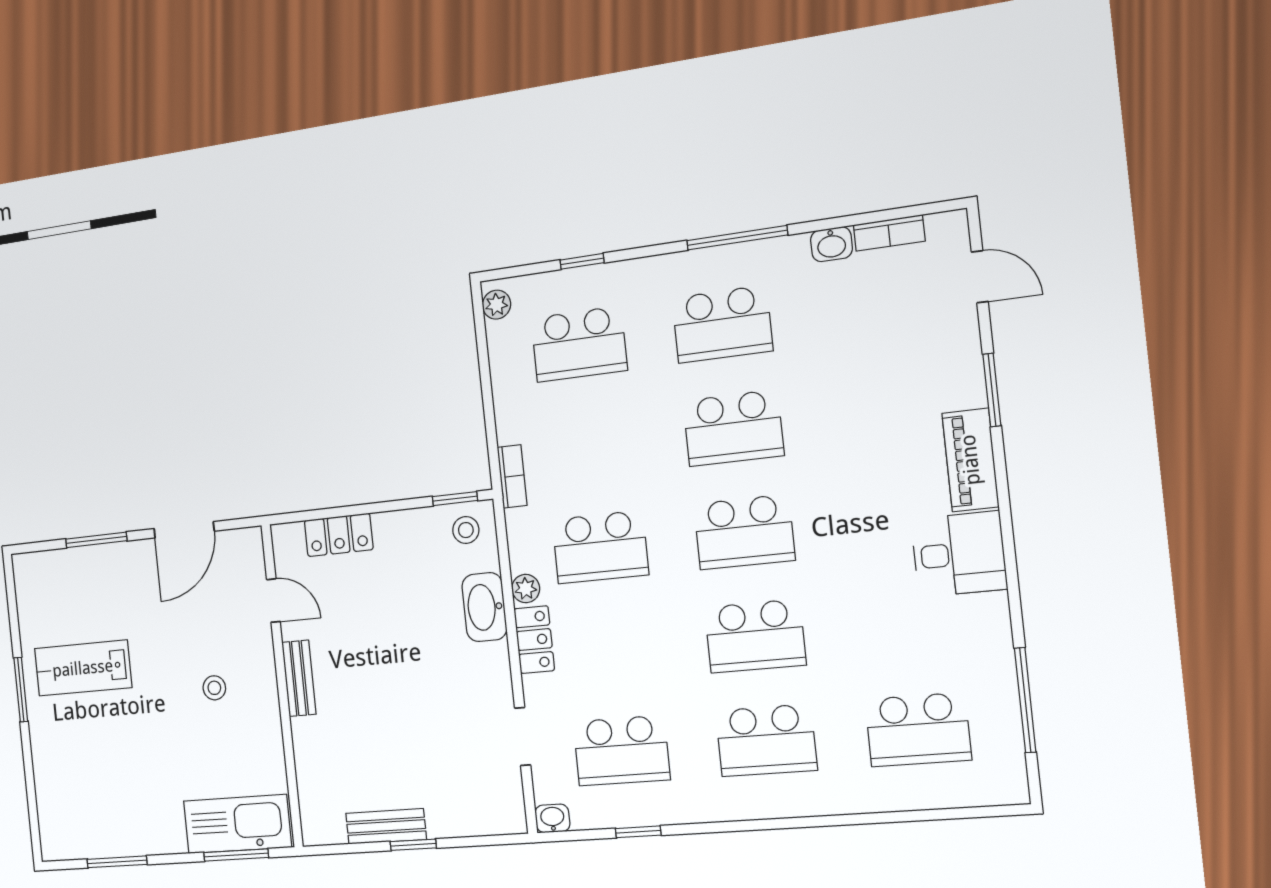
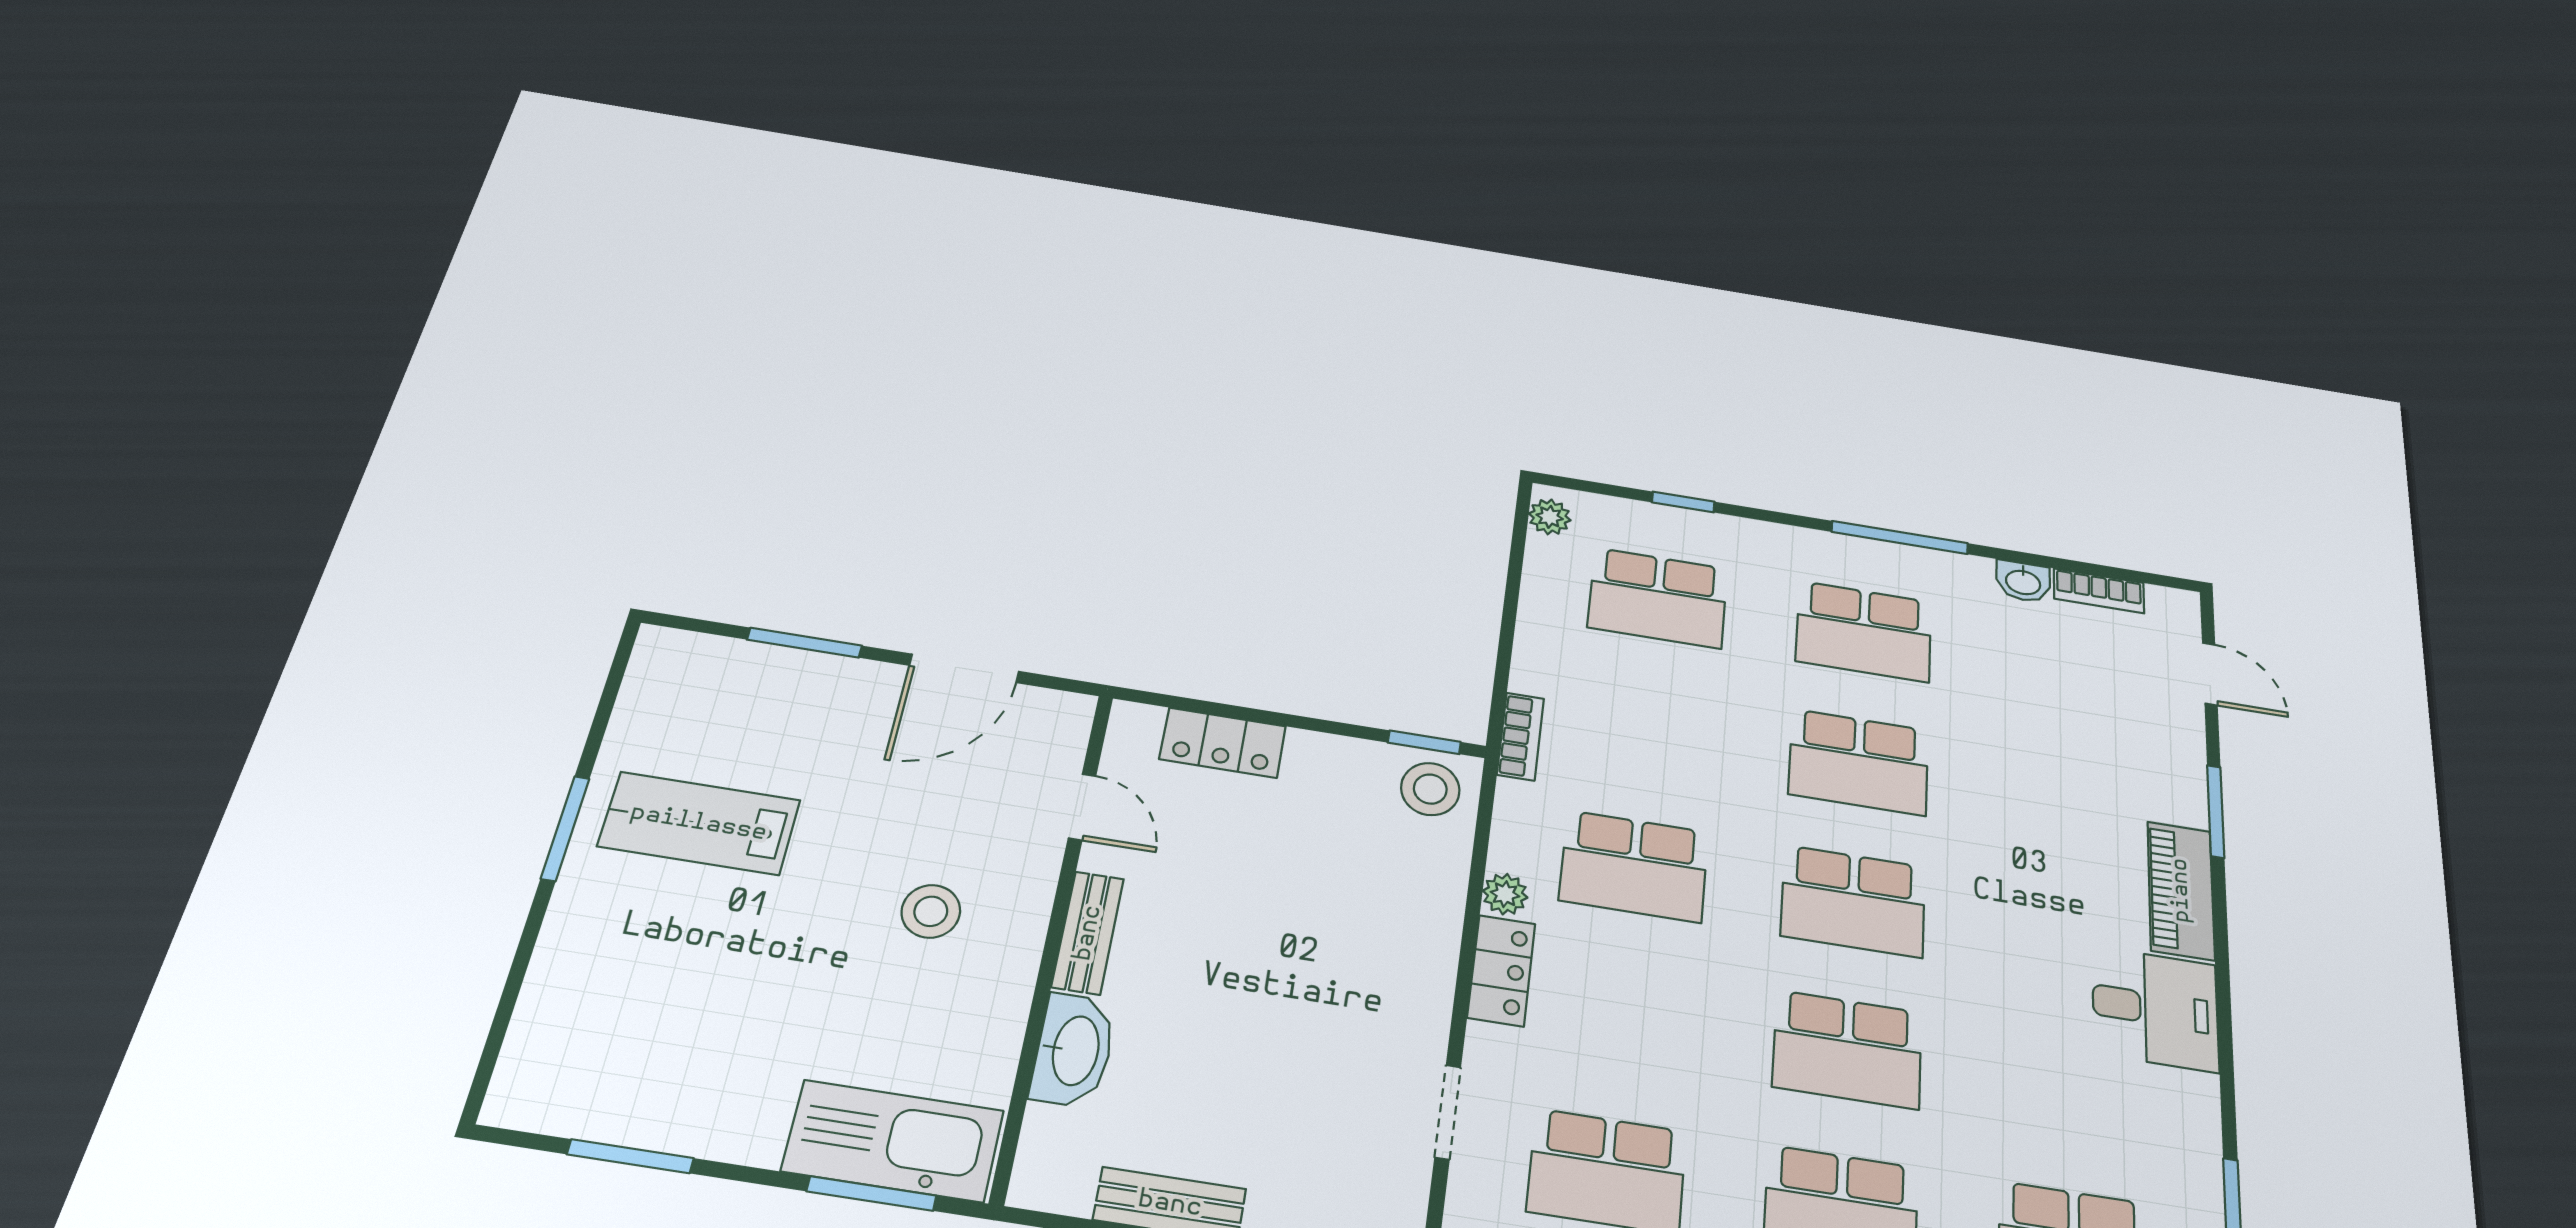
stool: (466, 530) -> (1430, 789), width x1.37, depth x1.37
washbasin: (484, 607) -> (1074, 1050), moved, turned 180
stool: (214, 688) -> (931, 911), width x1.37, depth x1.37

